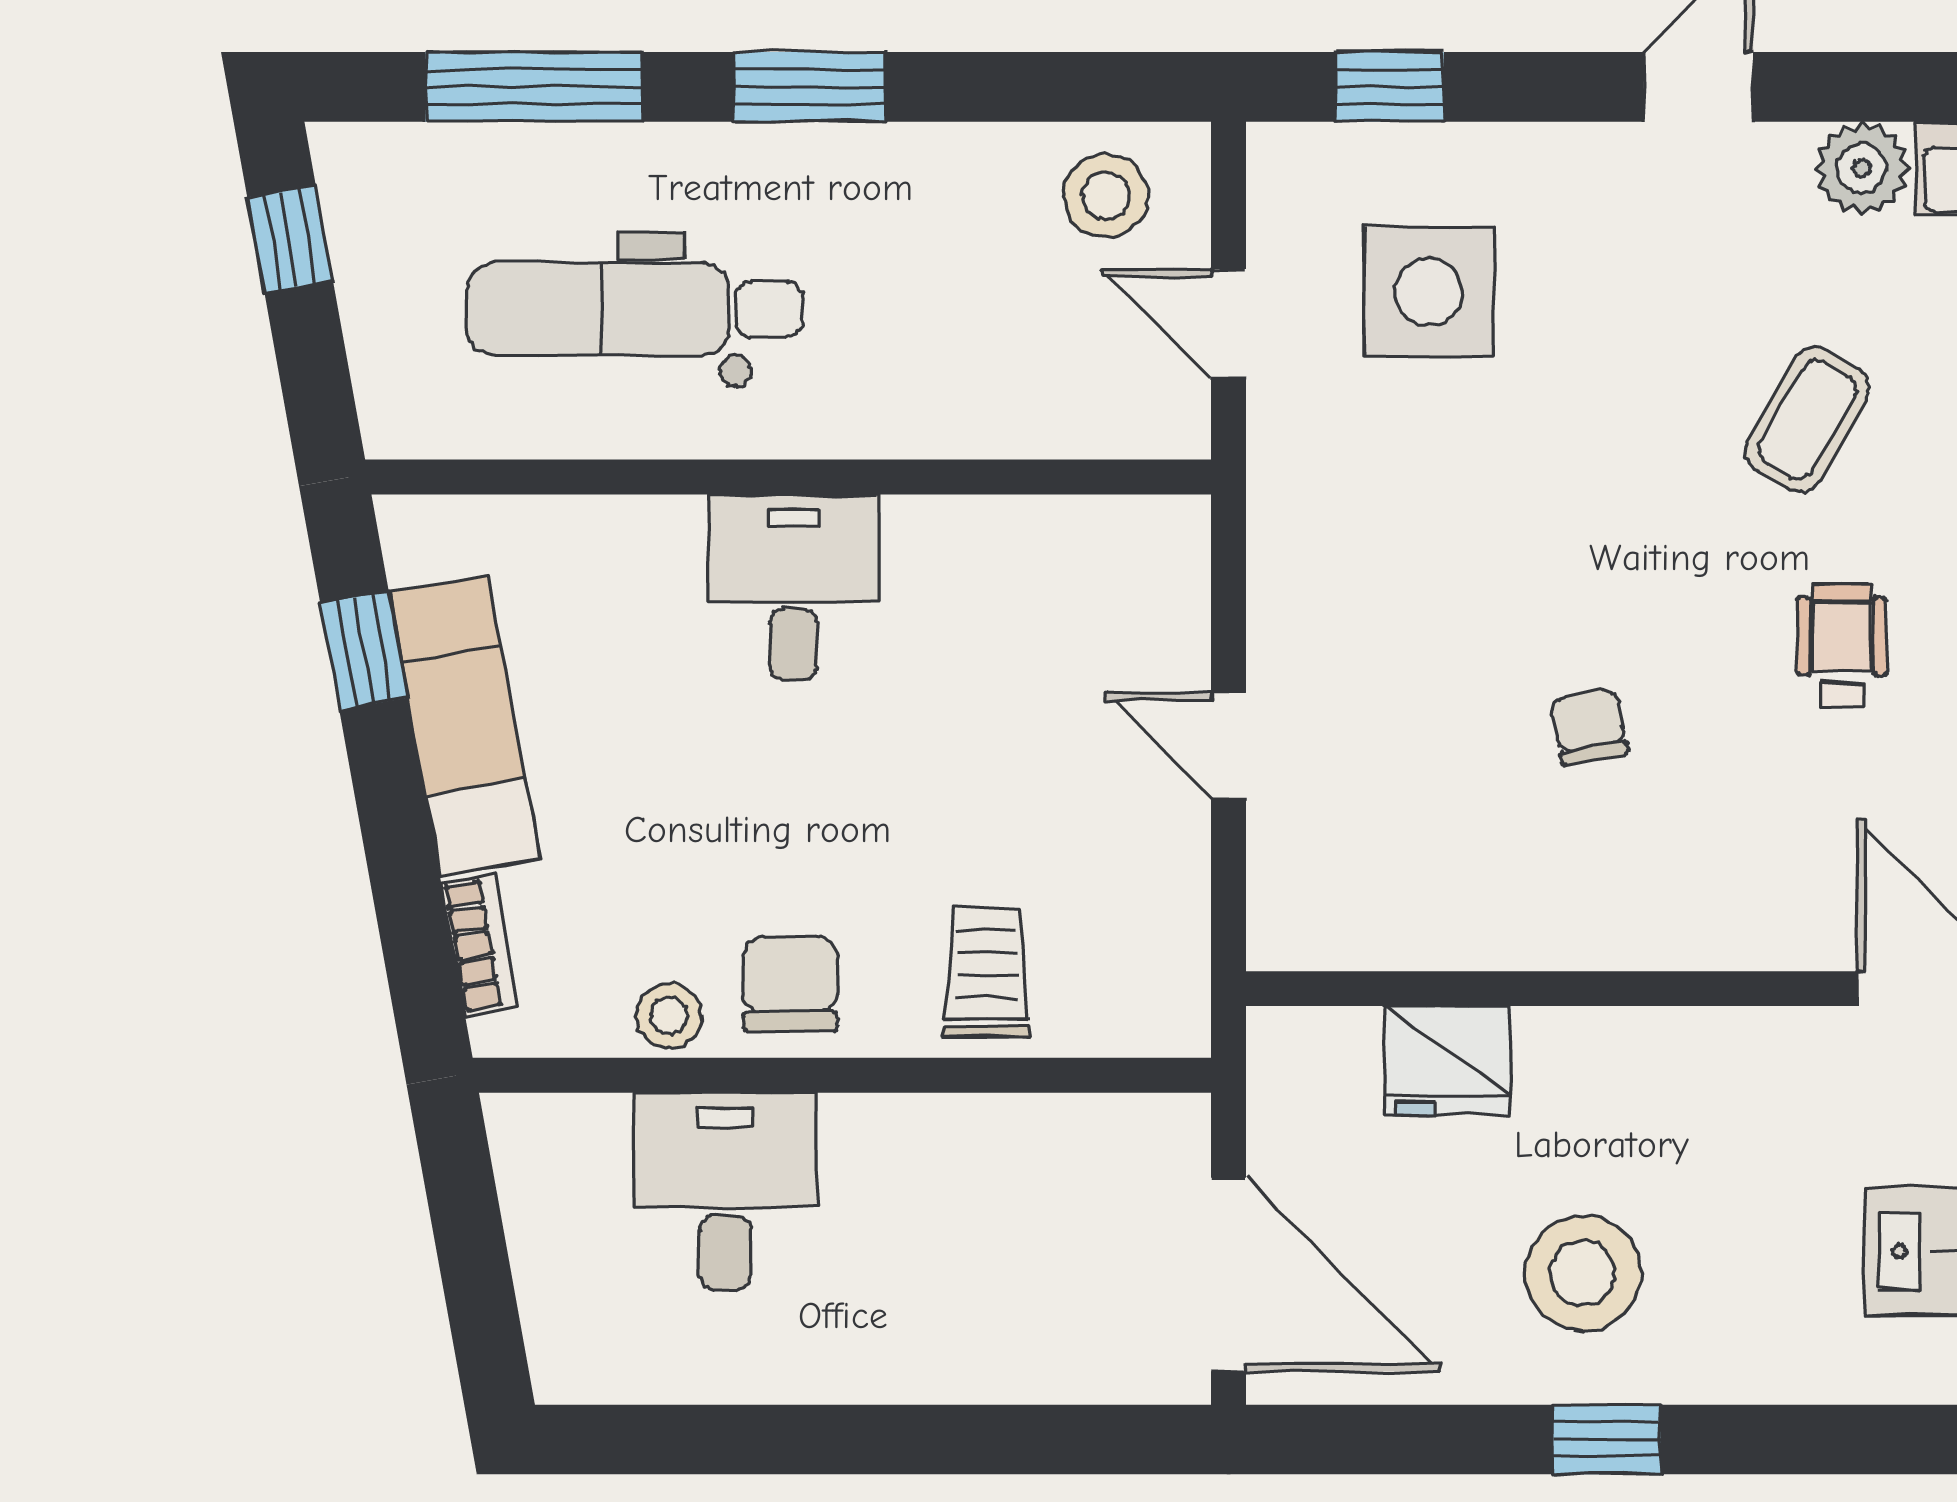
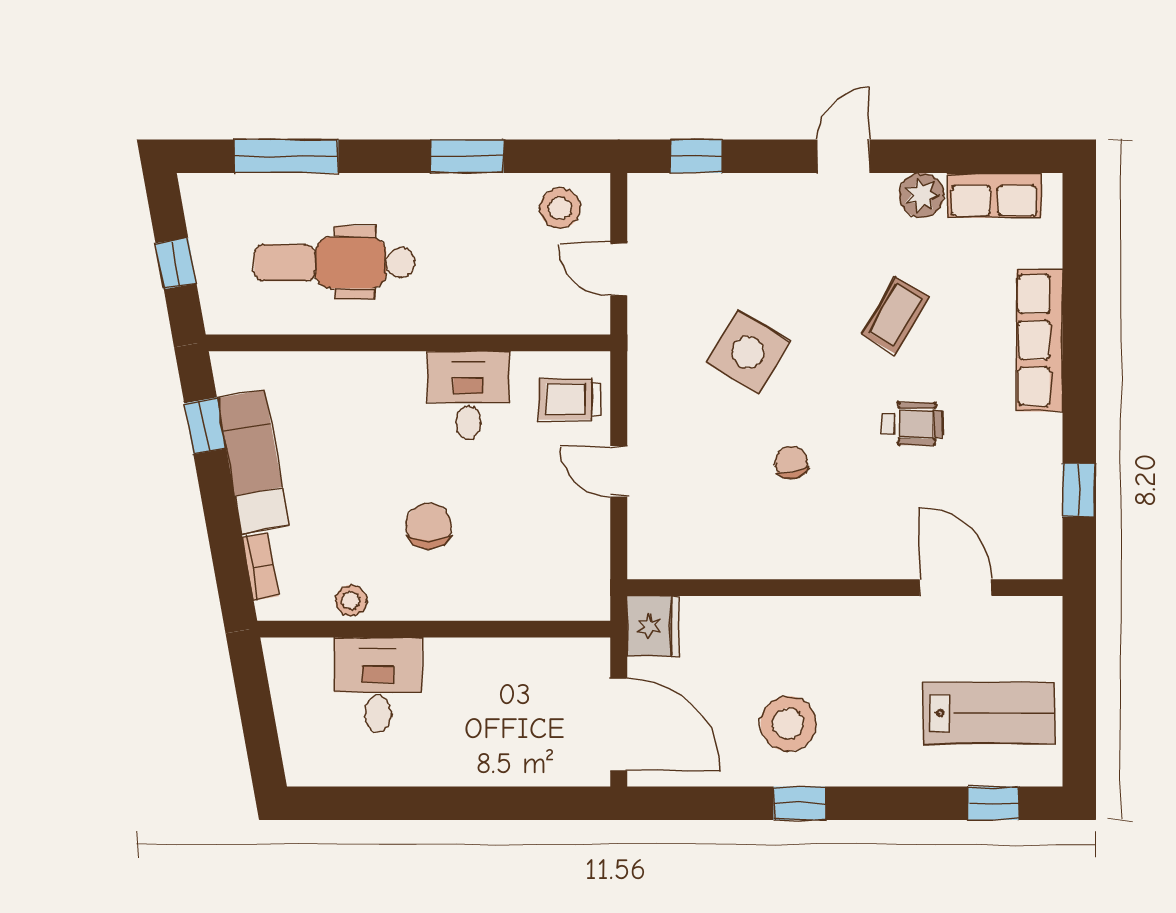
window: (809, 87) -> (467, 156), moved
window: (290, 239) -> (176, 263), moved
side table: (1429, 292) -> (748, 352), moved, turned 31
desk: (794, 587) -> (468, 395), moved
wheelchair: (1842, 646) -> (912, 424), turned 90
trolley: (986, 973) -> (569, 399), moved, turned -90
chair: (790, 983) -> (428, 526), moved
fridge: (1448, 1060) -> (653, 626), moved, turned -90

